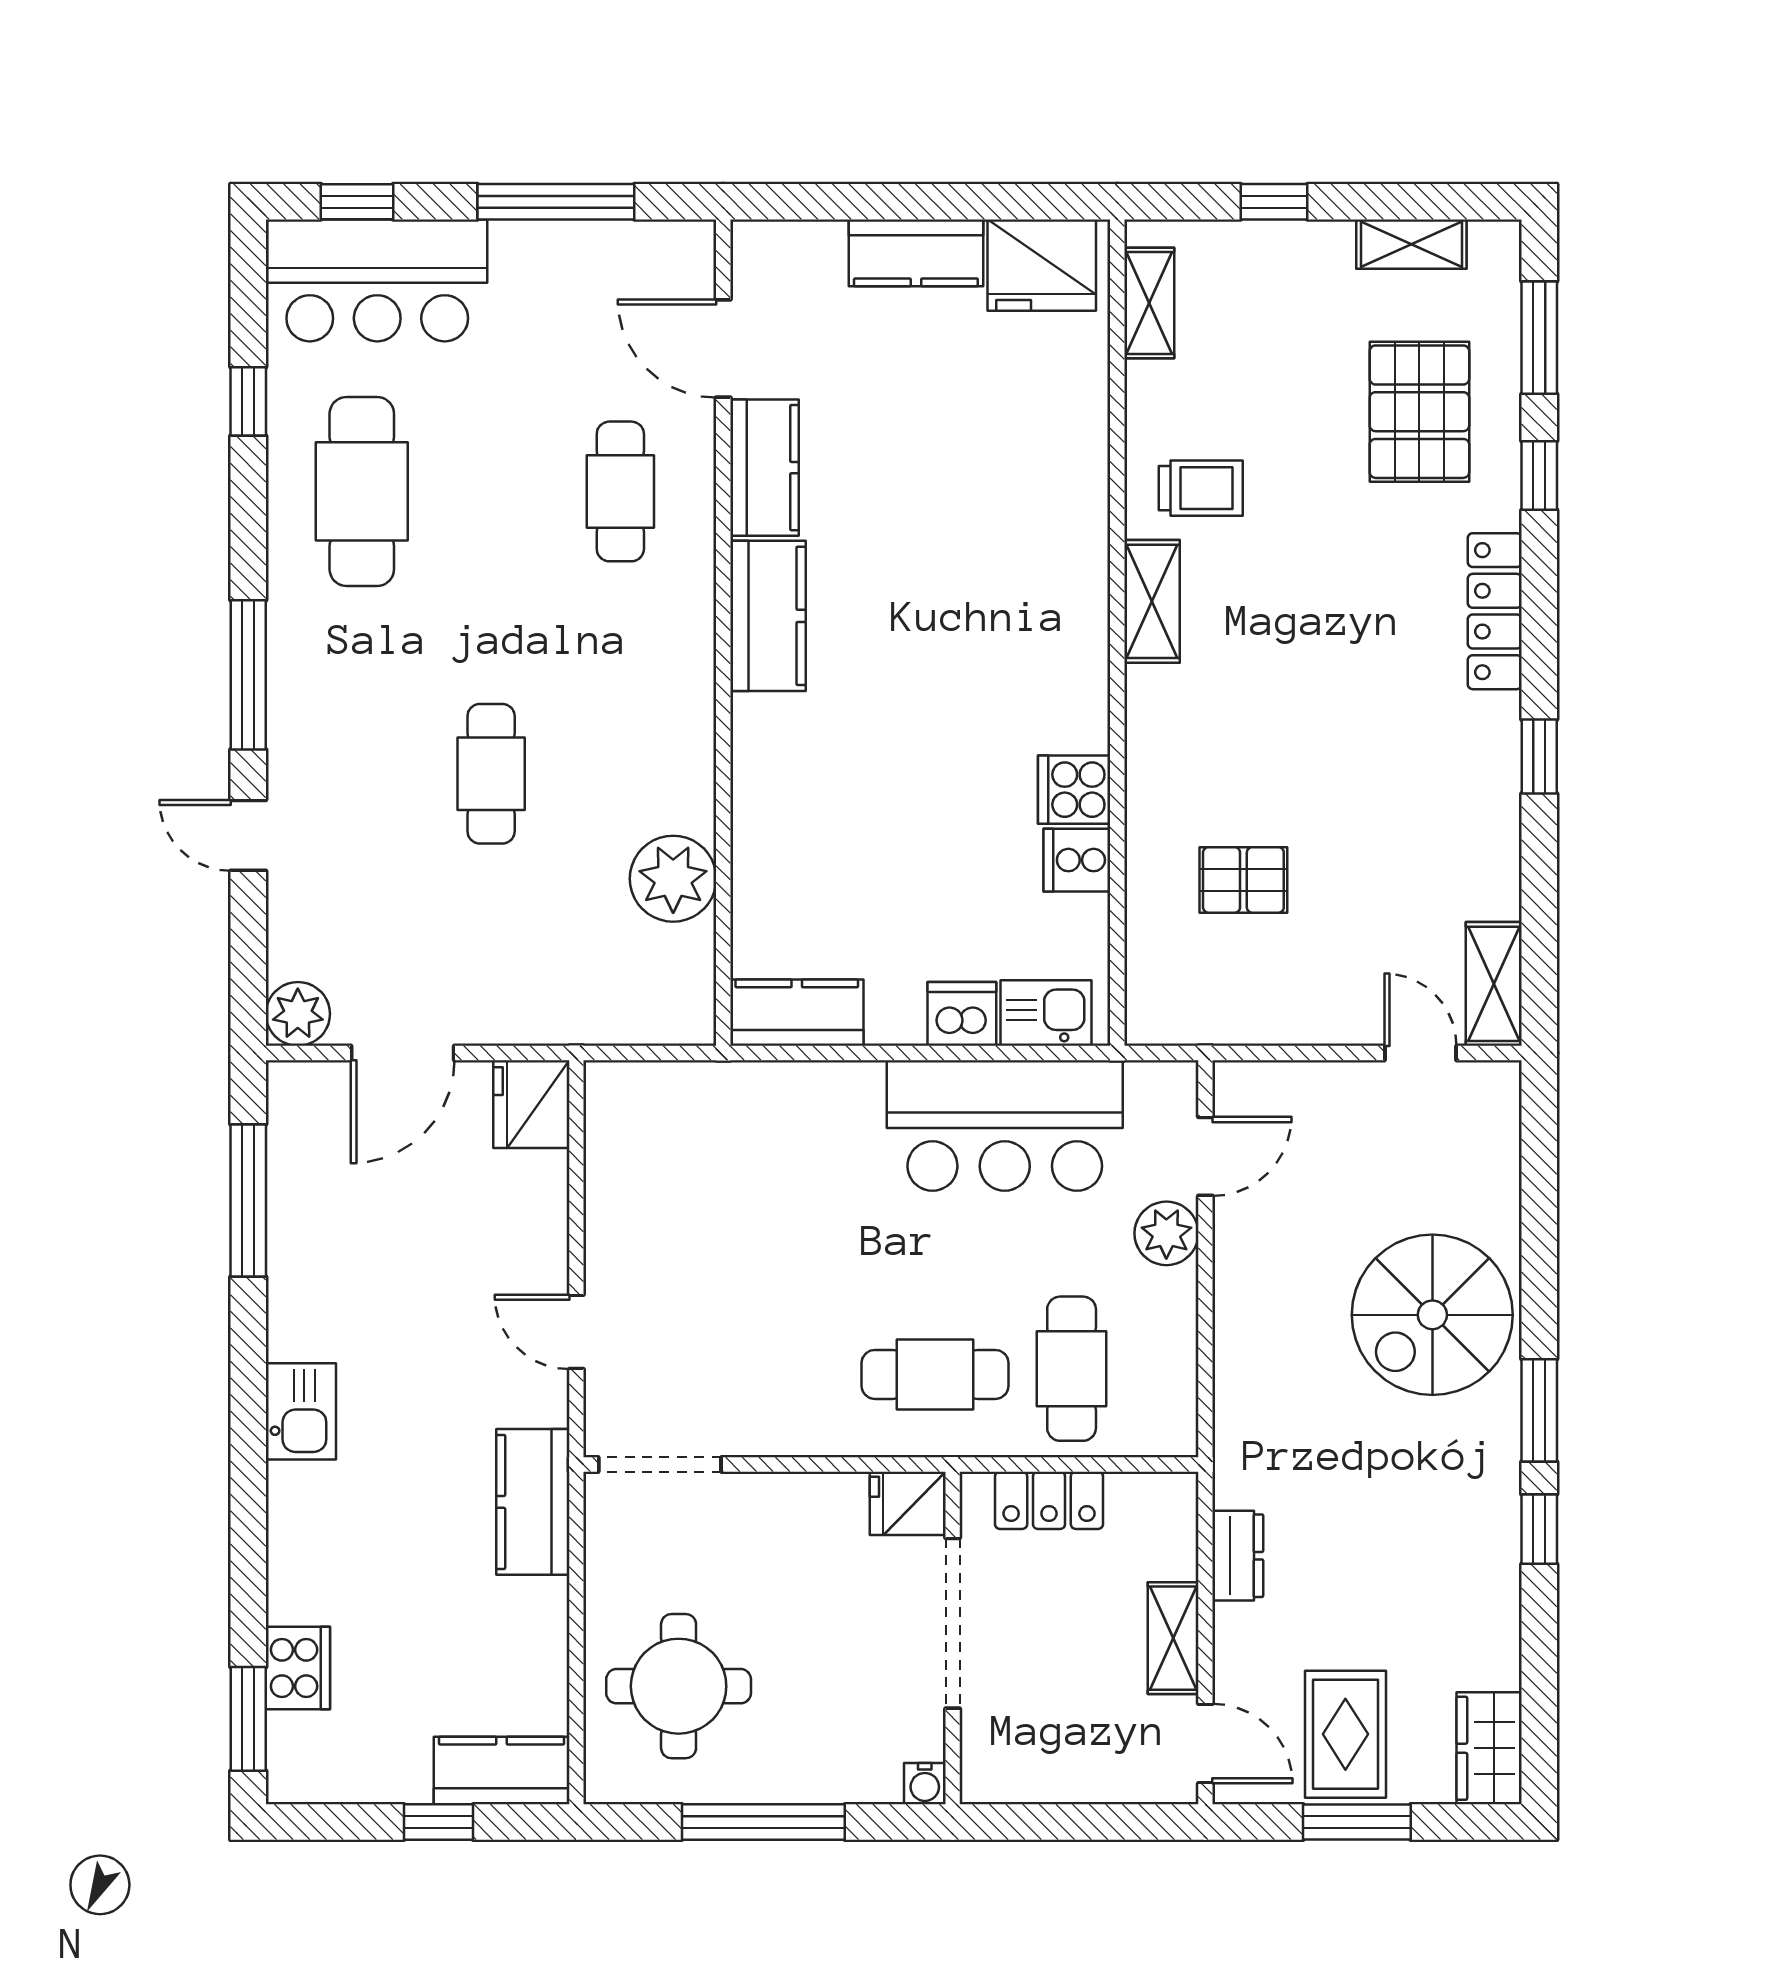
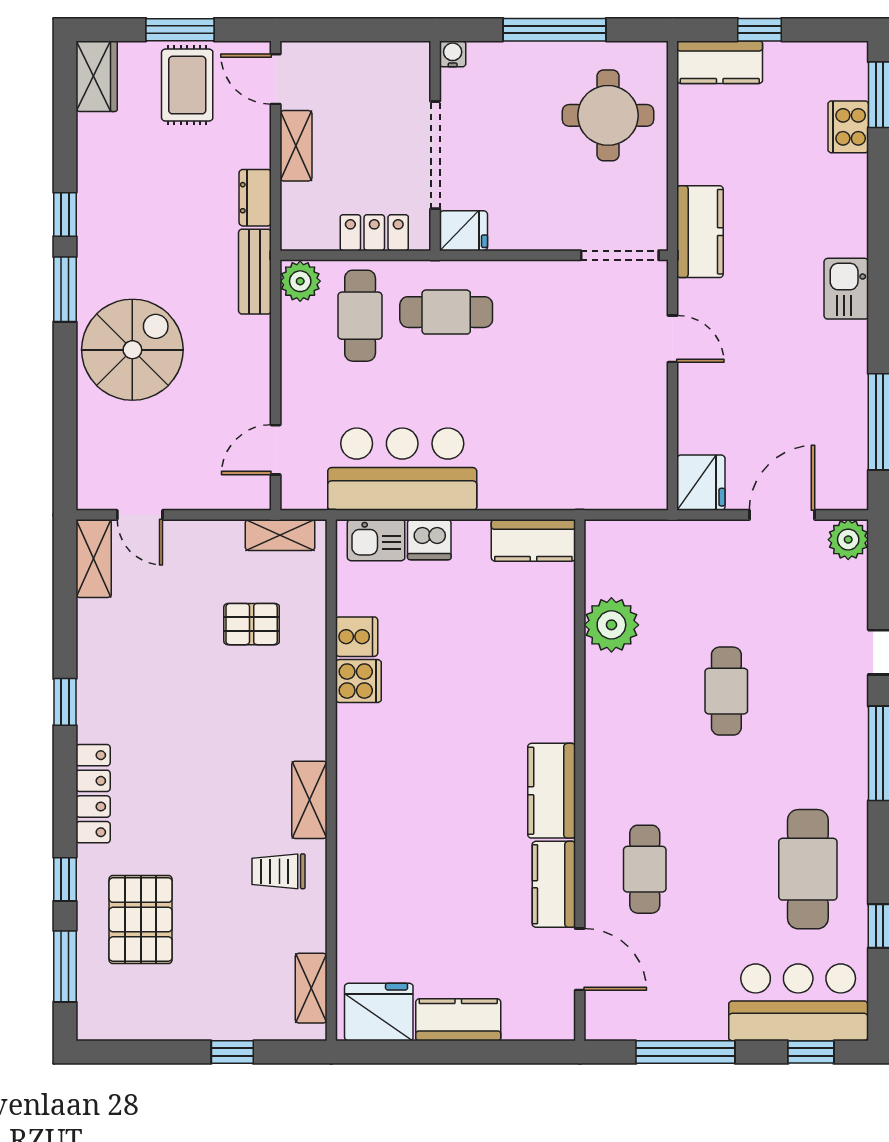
shelving: (1411, 244) -> (280, 535), moved
plant: (1166, 1233) -> (300, 281), moved
bench: (1238, 1439) -> (255, 272), added

